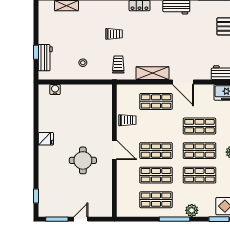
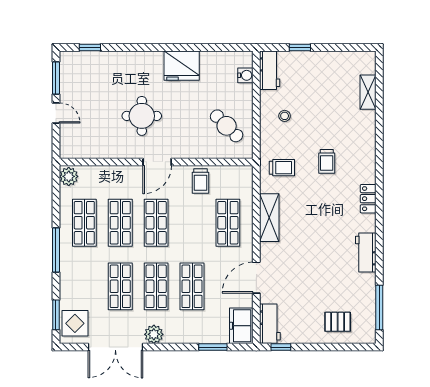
workbench: (45, 58) -> (270, 70), moved, turned -90
door: (183, 82) -> (256, 278), moved
cafe table: (90, 102) -> (227, 126), added
fridge: (46, 139) -> (182, 66), width x1.88, depth x1.34
plant: (192, 210) -> (69, 176), moved

